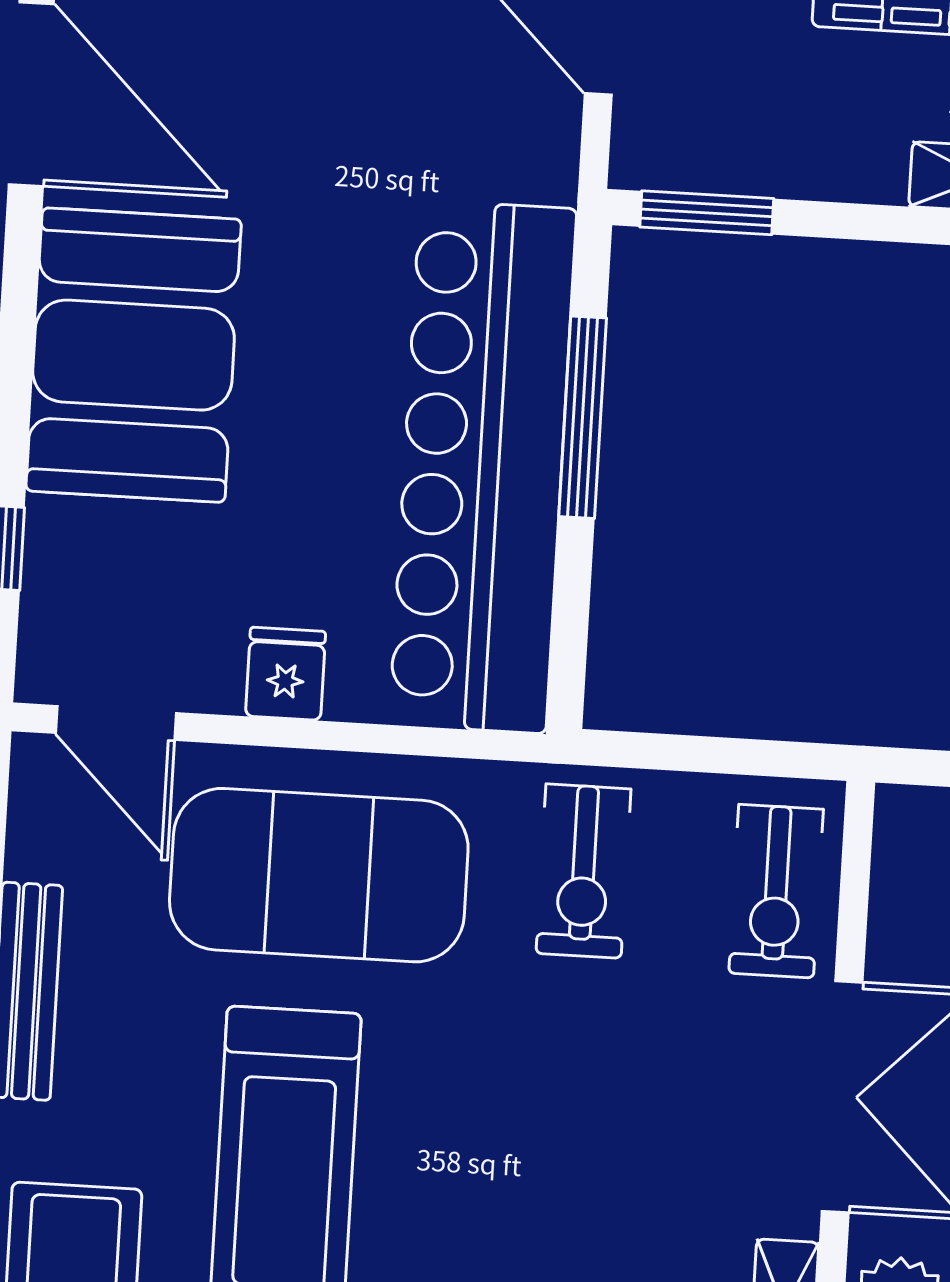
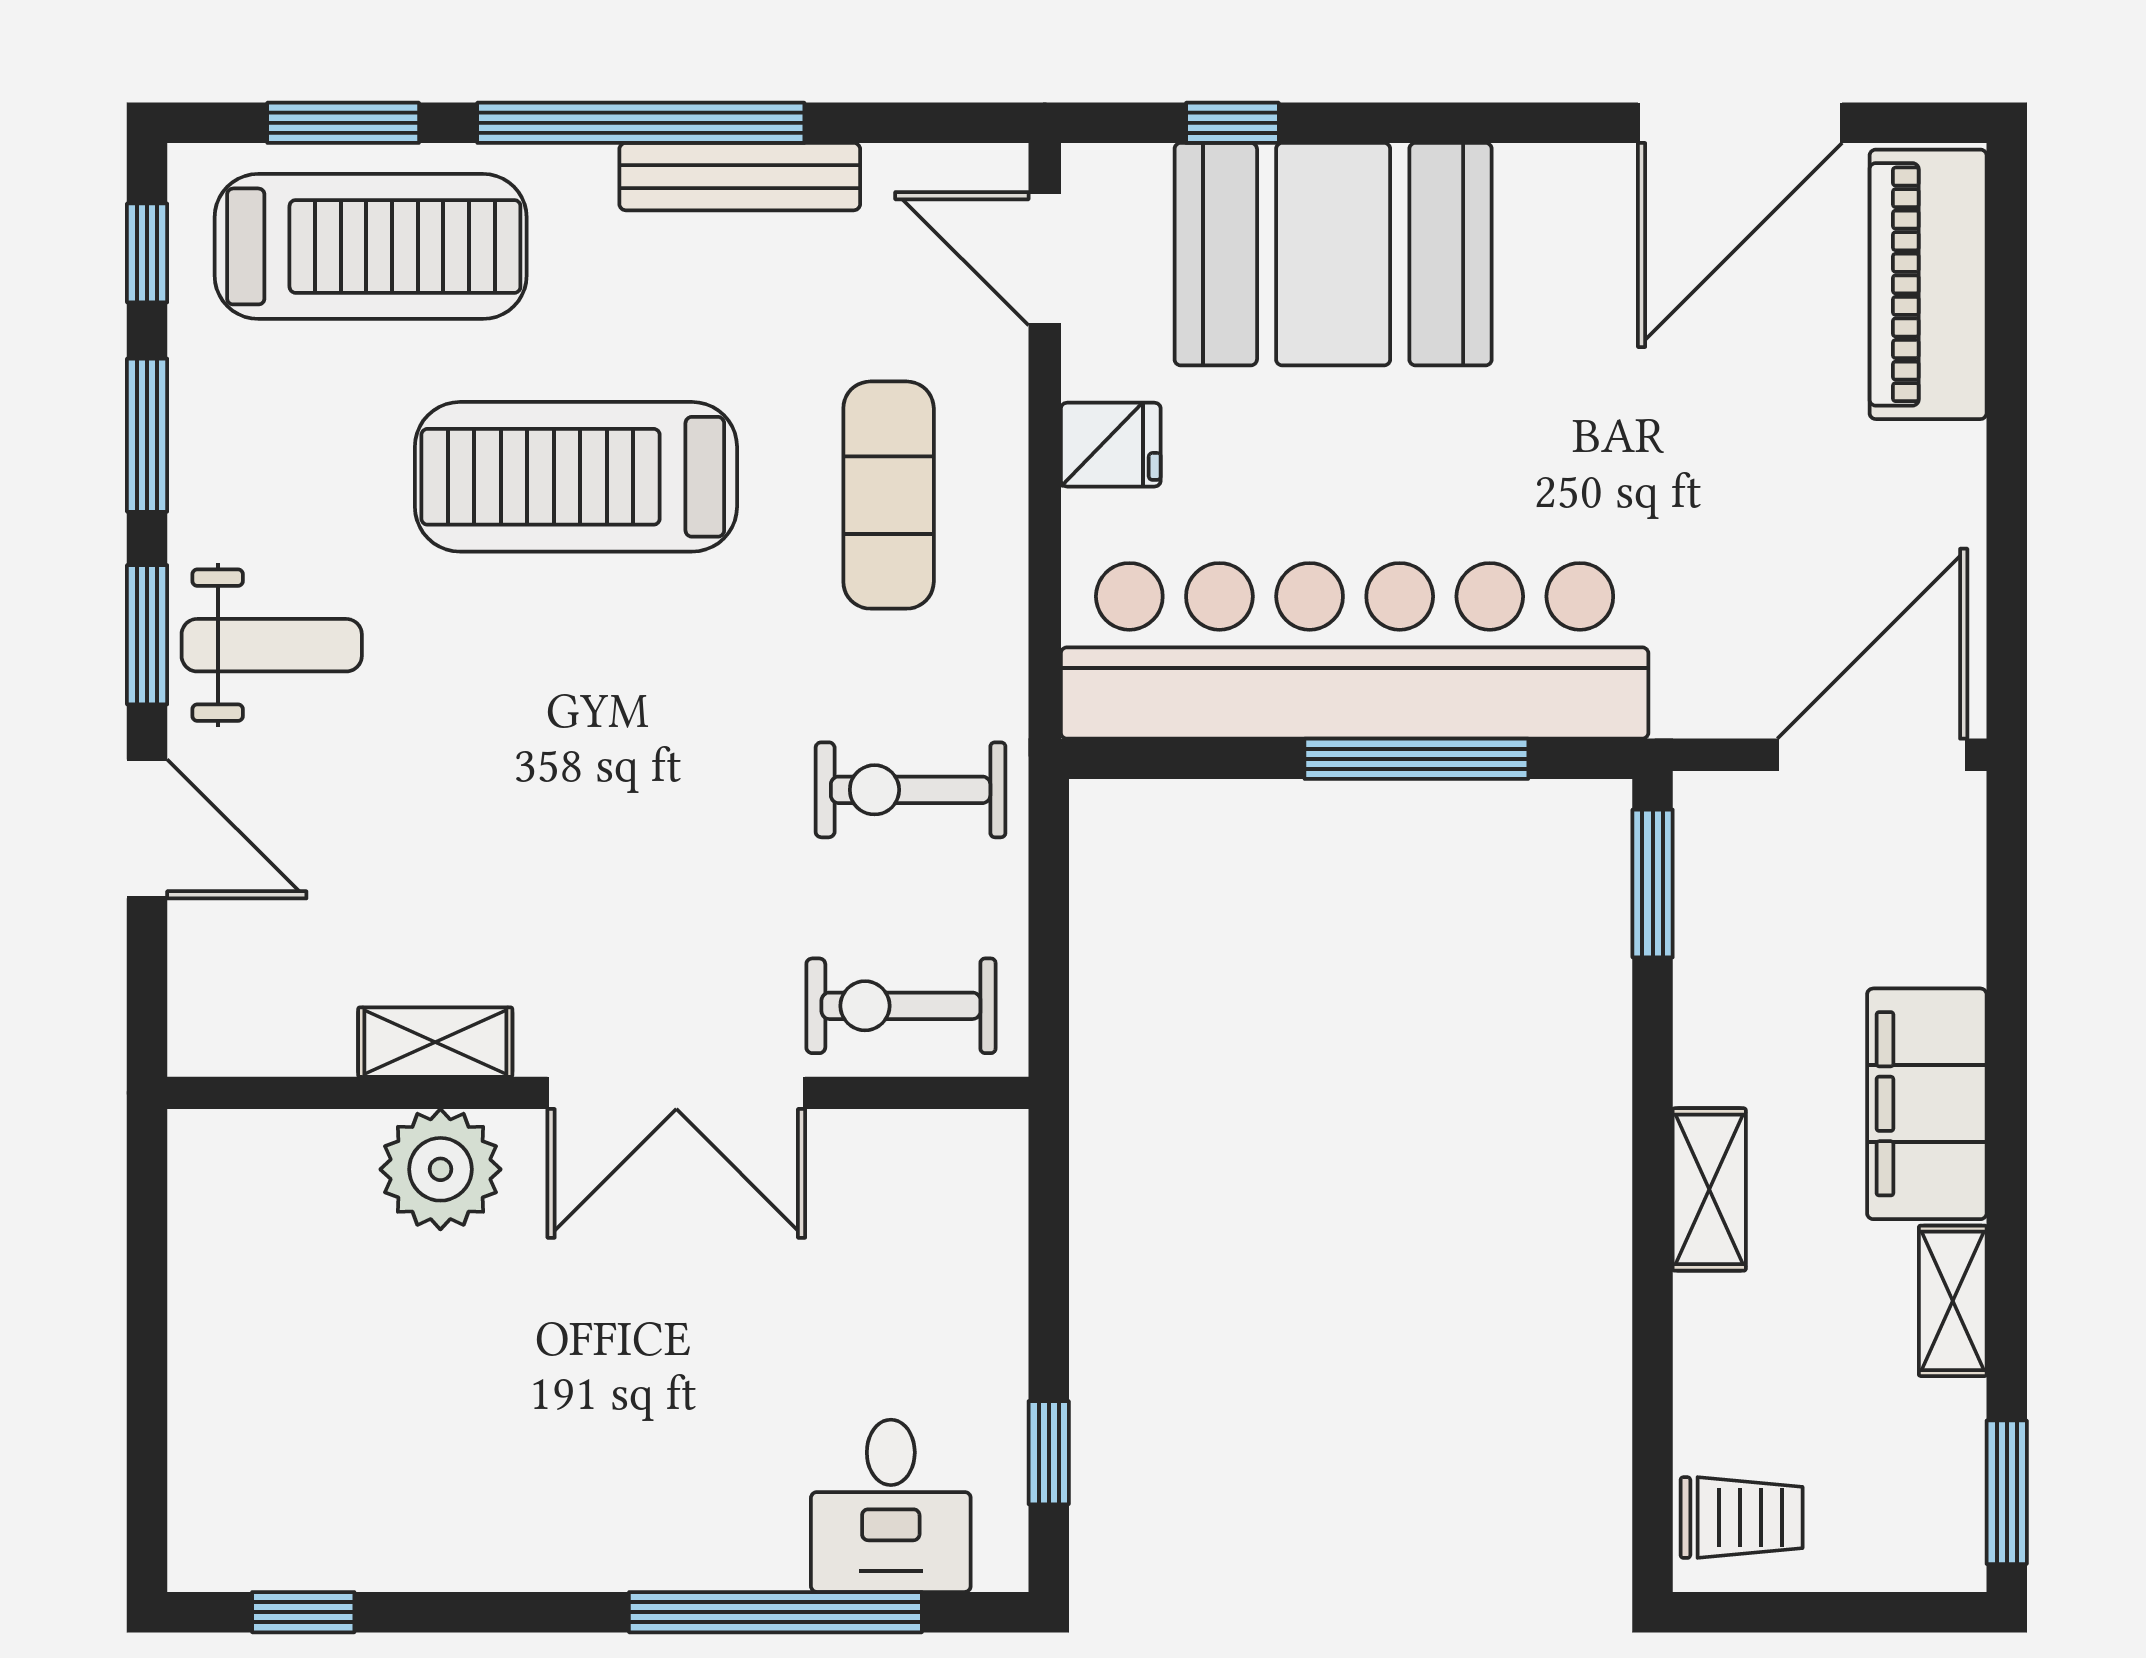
booth: (134, 355) -> (1333, 254), moved
door: (116, 723) -> (1045, 259), hinge flipped
exercise mat: (319, 875) -> (889, 495), width x0.50, depth x0.69

